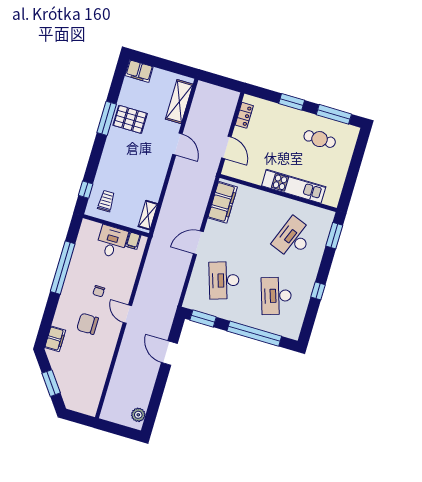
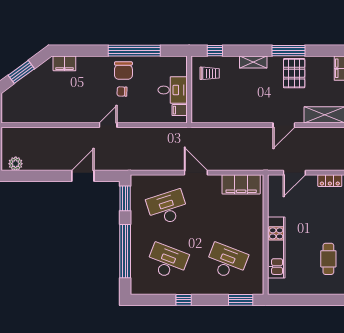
shelving: (148, 215) -> (253, 62), moved
desk: (276, 296) -> (167, 262), turned 39
chair: (88, 324) -> (123, 71), moved, turned 180

